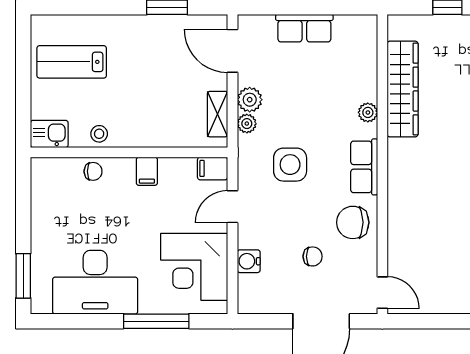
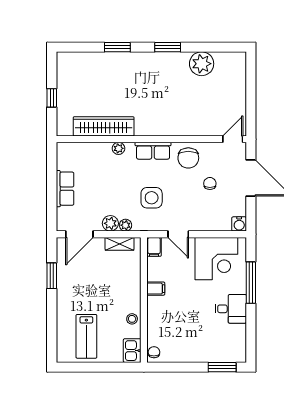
chair: (93, 171) -> (154, 352), moved
water cooler: (249, 261) -> (239, 224), moved
desk: (95, 282) -> (231, 309), width x0.53, depth x0.77

